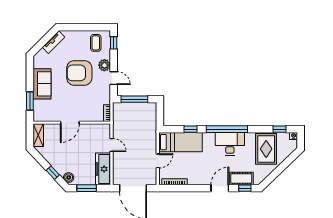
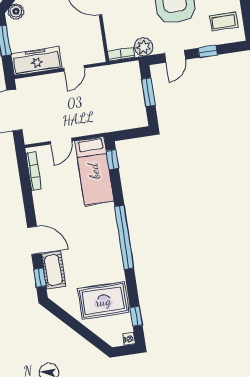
window: (114, 43) -> (208, 51), moved
plant: (104, 65) -> (144, 47), moved
window: (134, 99) -> (148, 92), width x0.69
window: (190, 129) -> (112, 160), moved
desk: (230, 144) -> (103, 245), removed
door: (158, 161) -> (61, 141), hinge flipped

